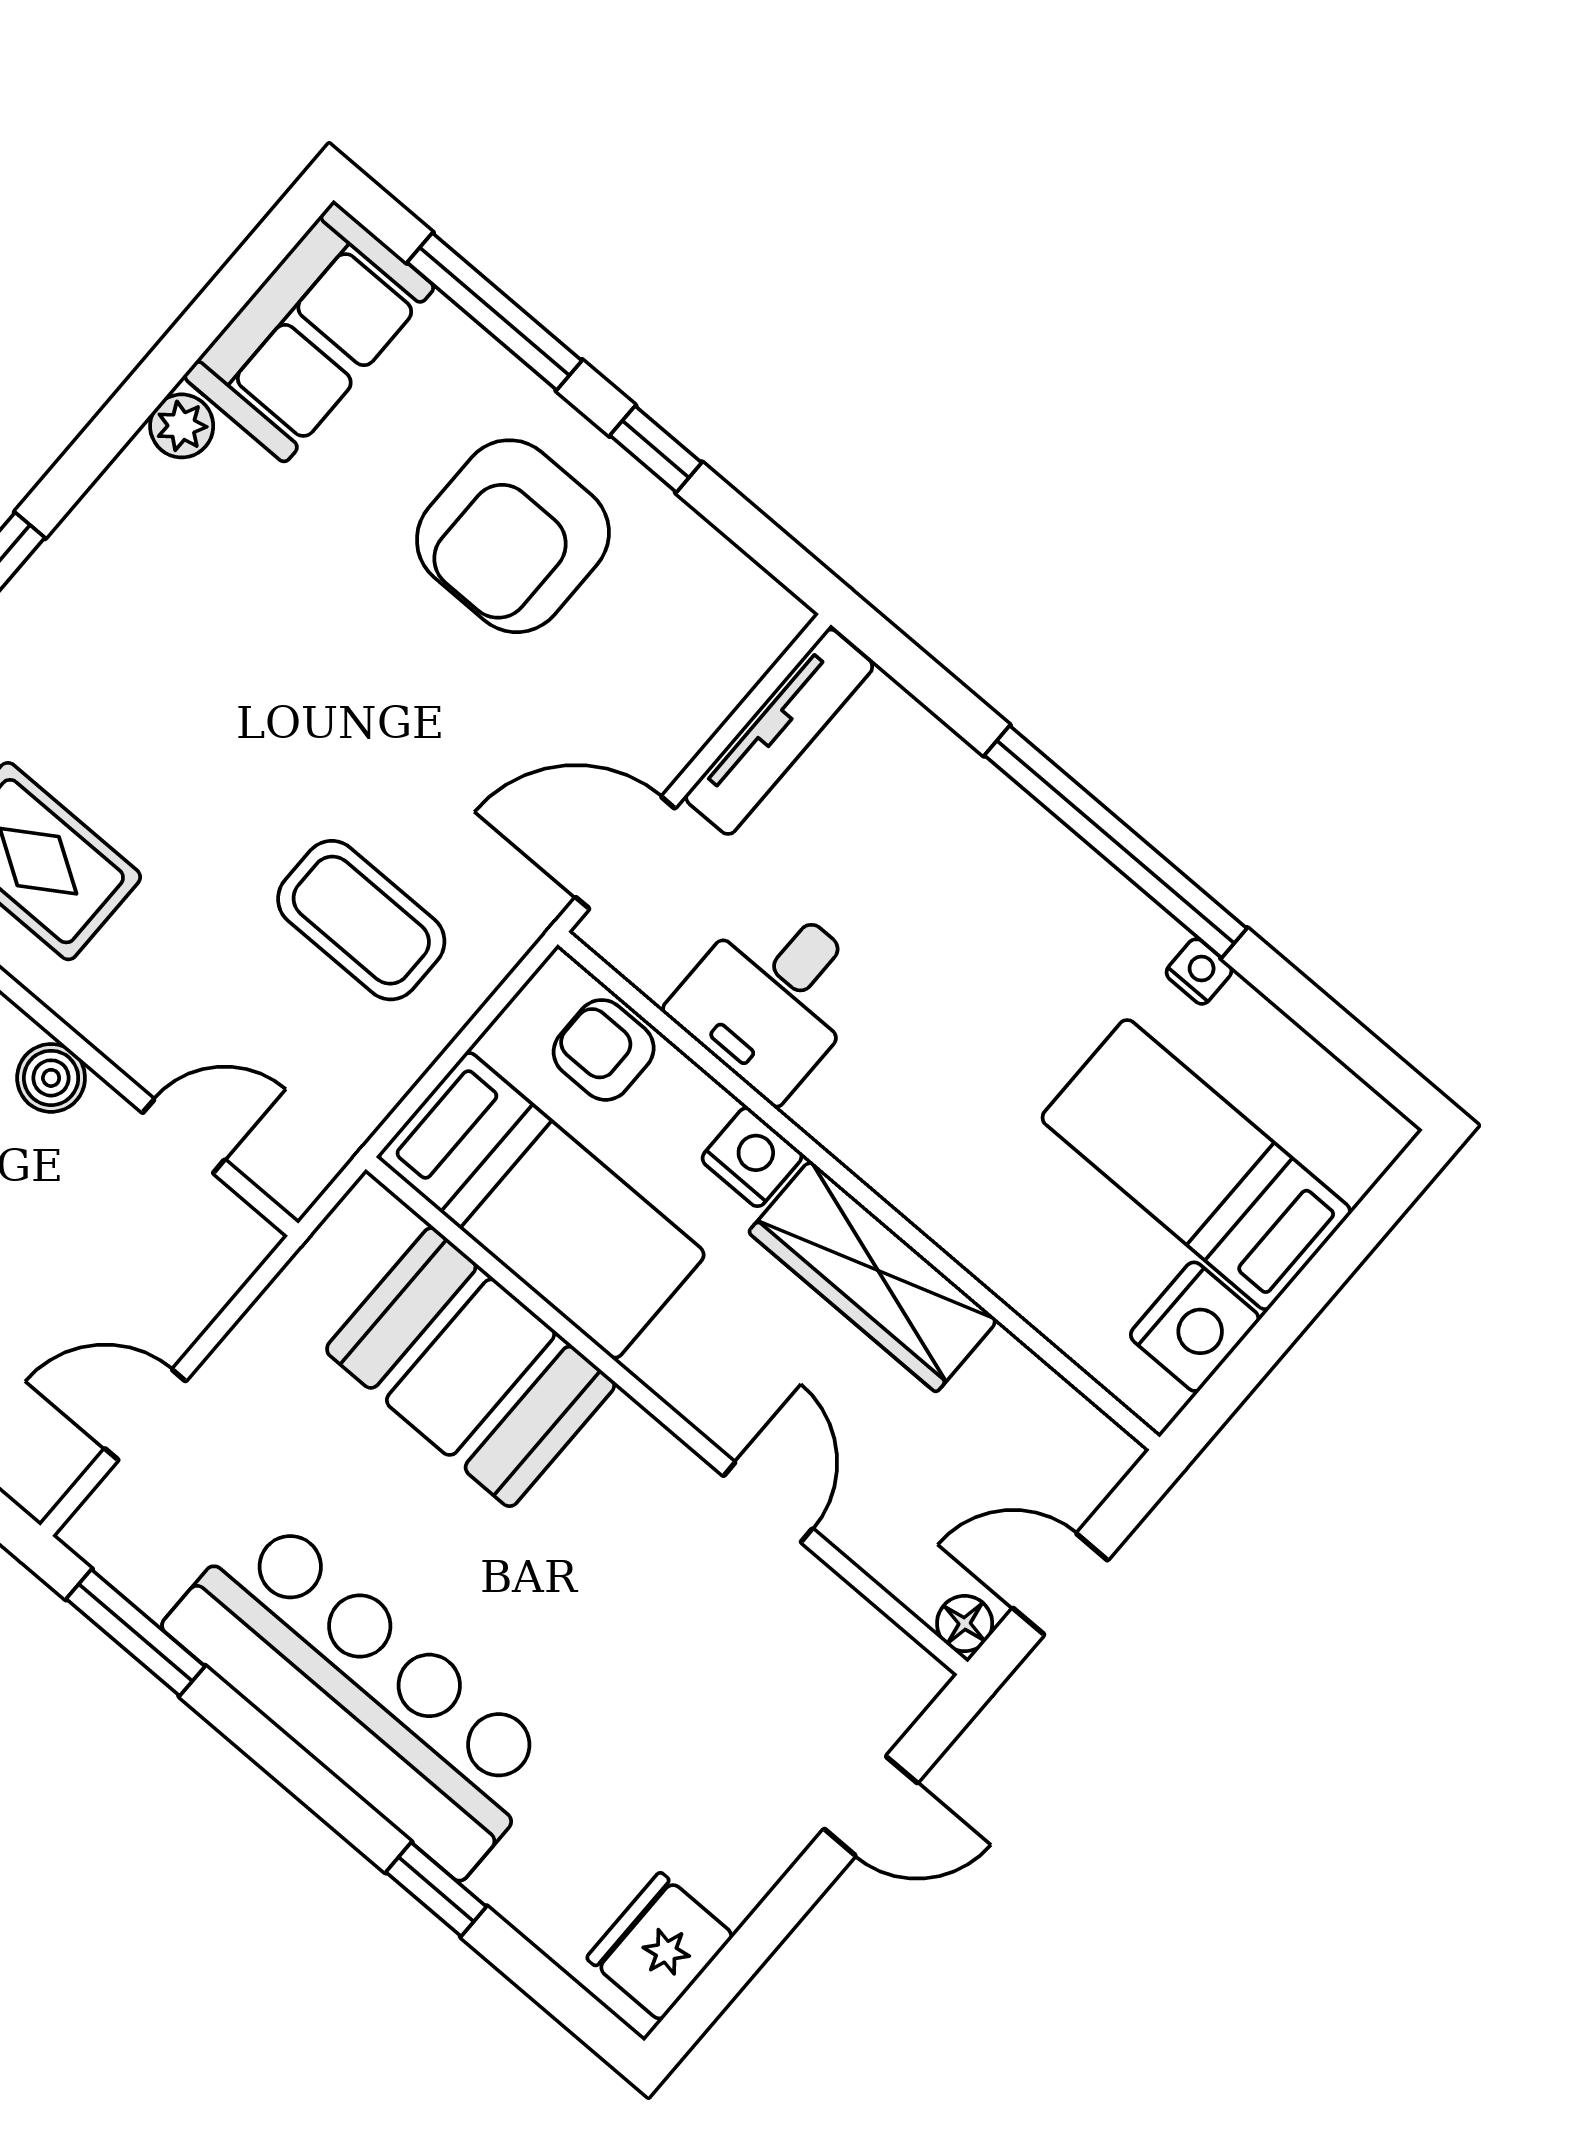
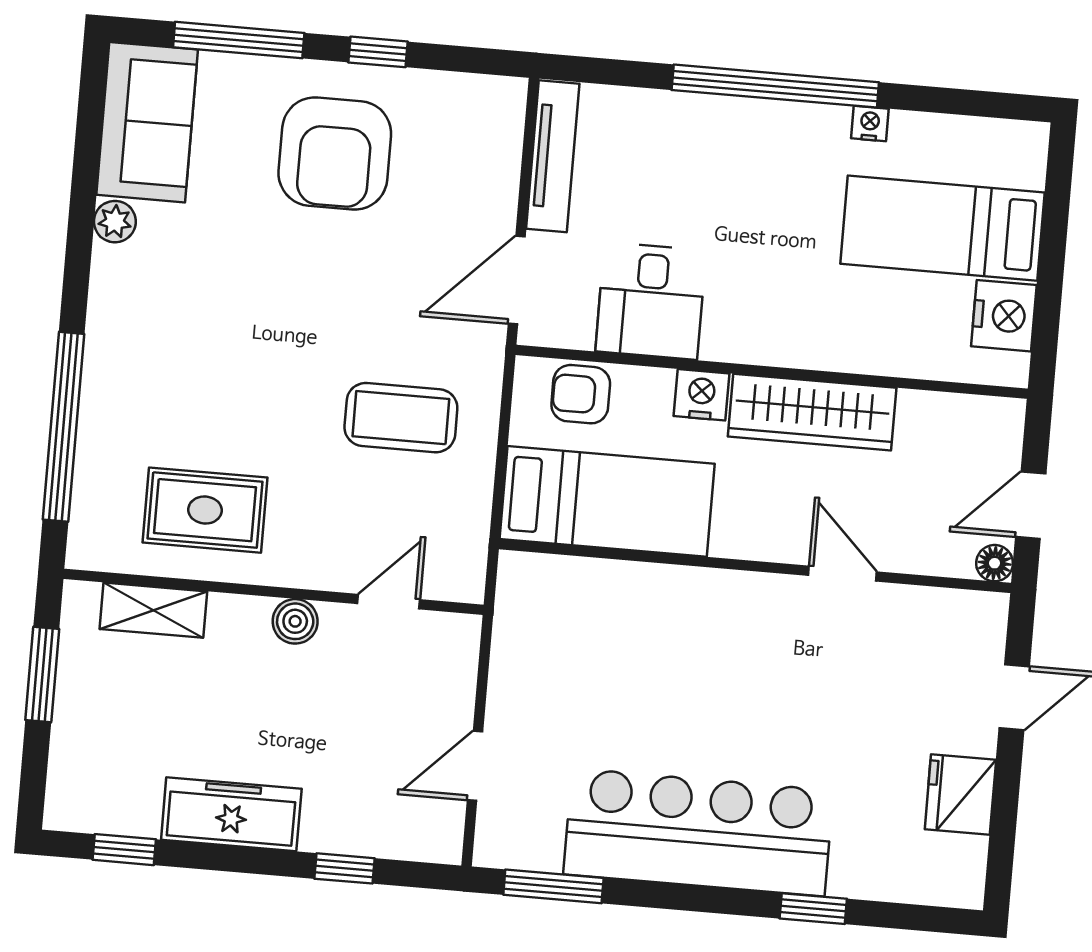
booth: (471, 1367) -> (631, 615), removed
fridge: (660, 1947) -> (960, 795), moved

